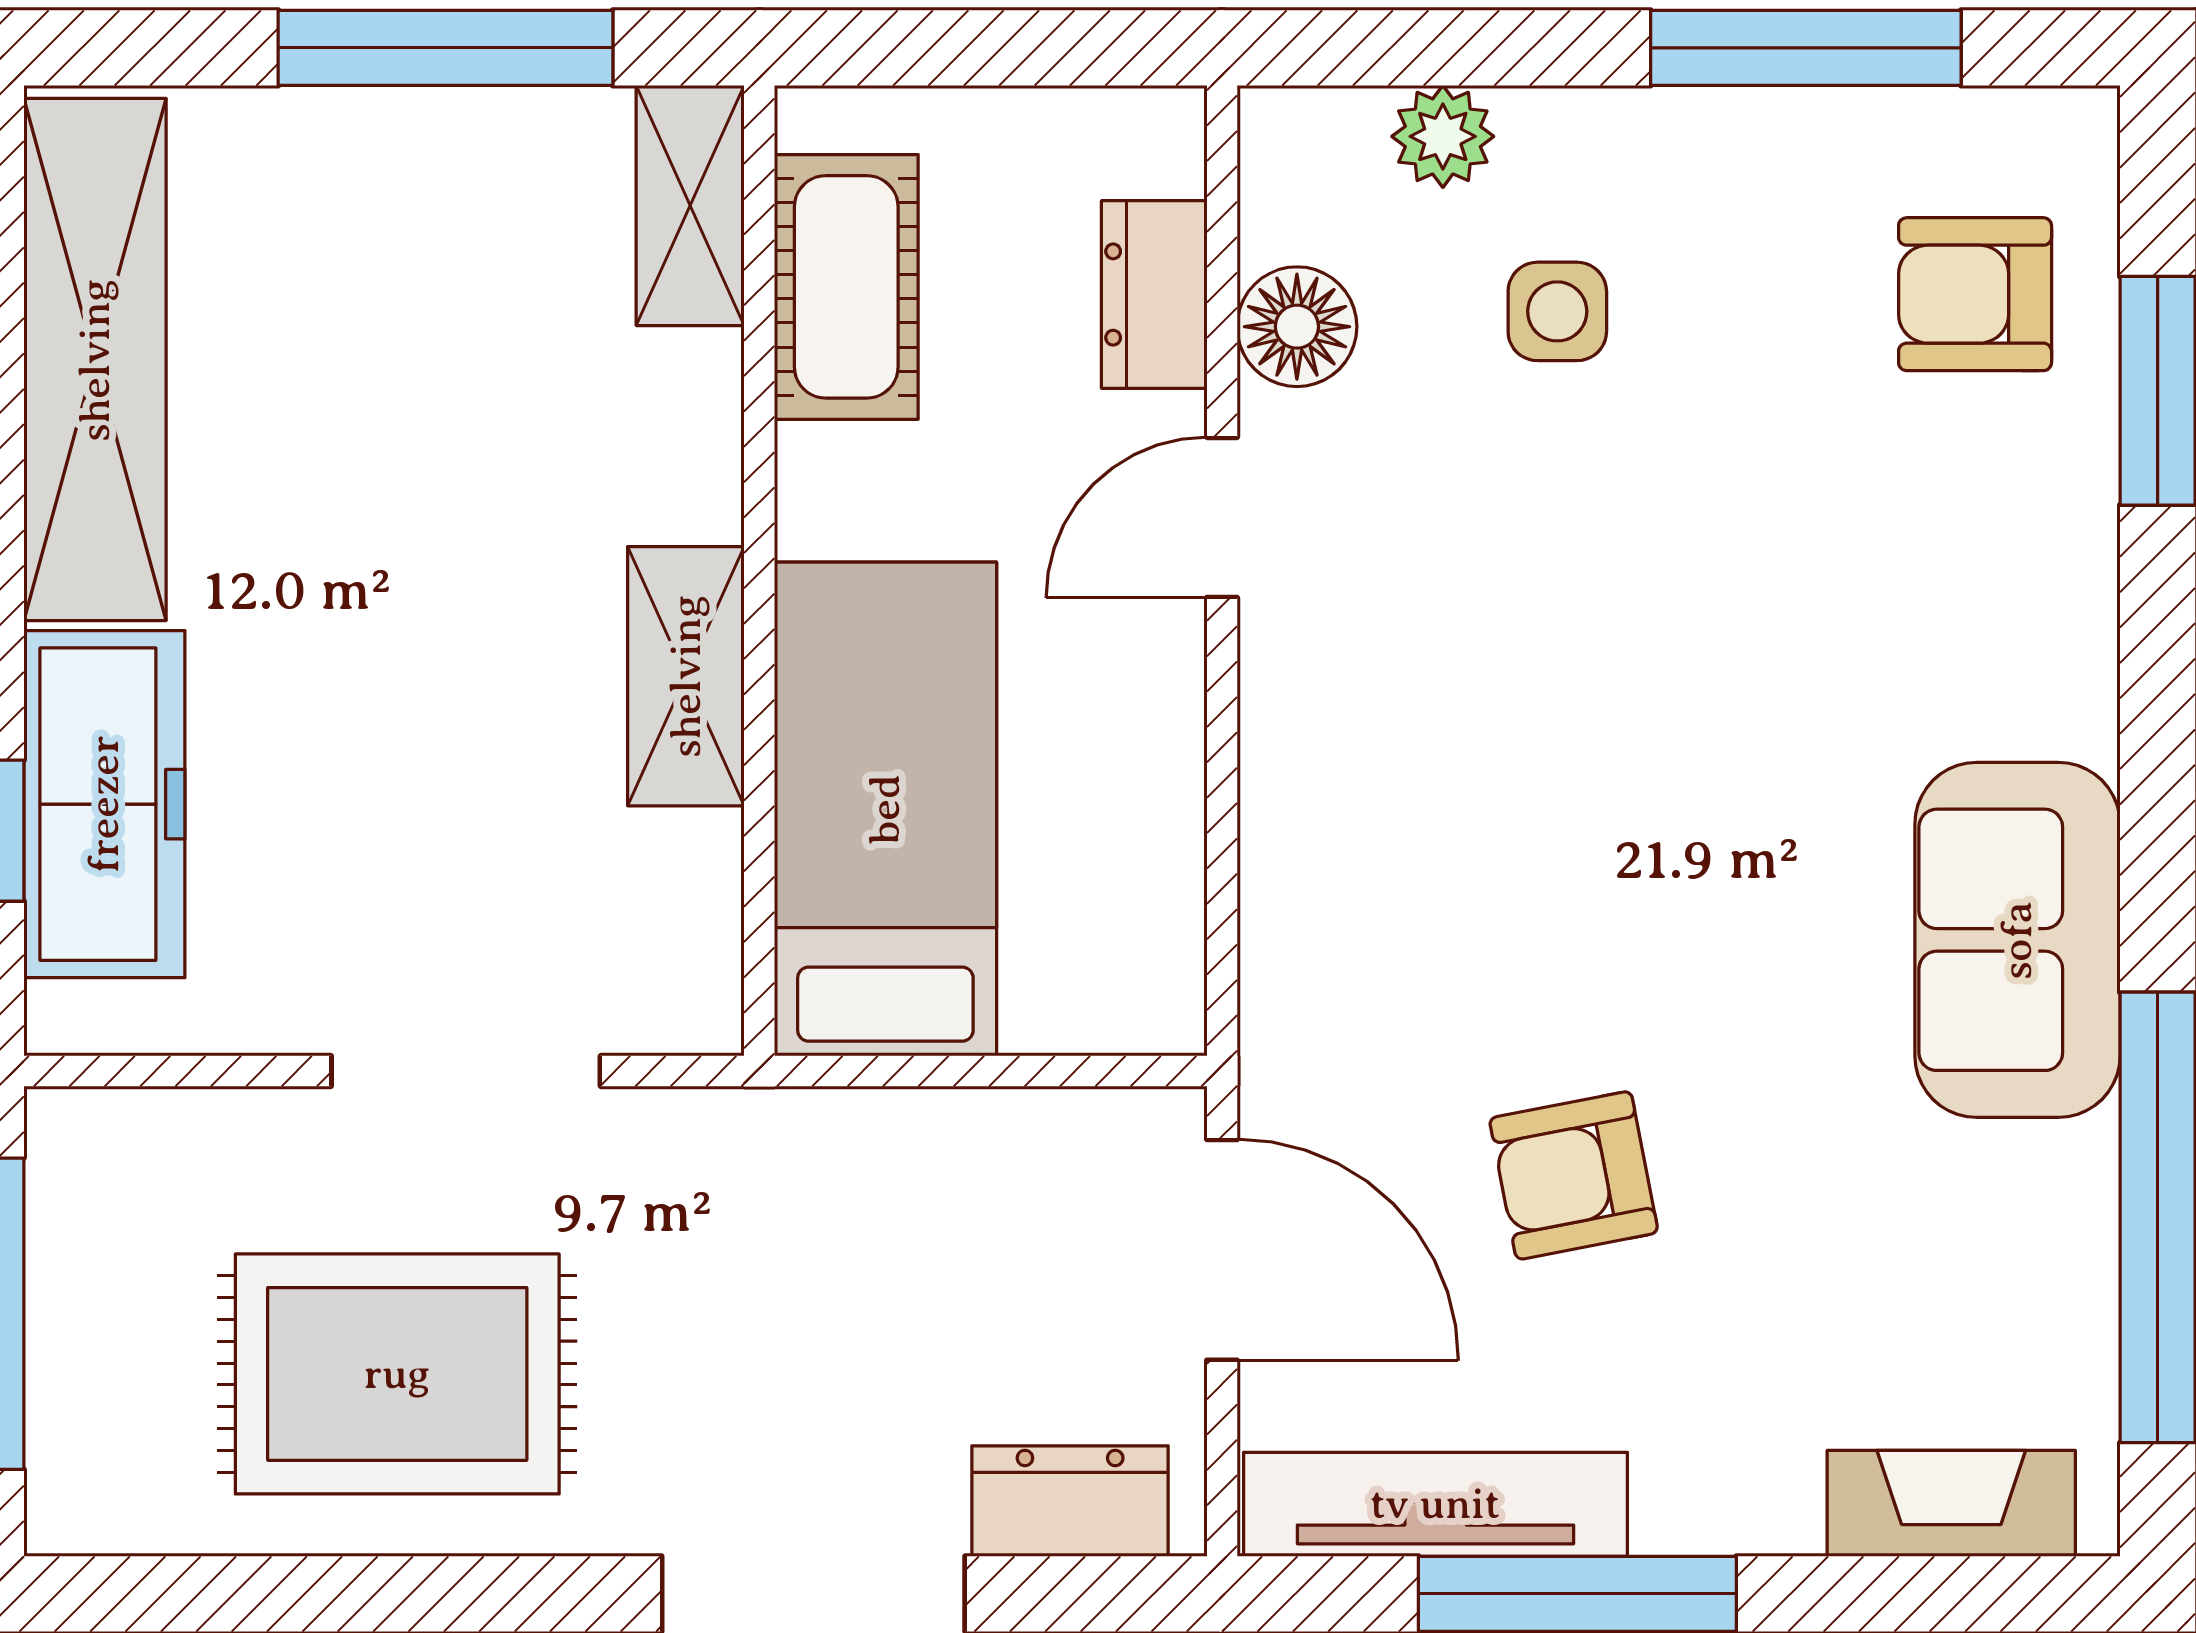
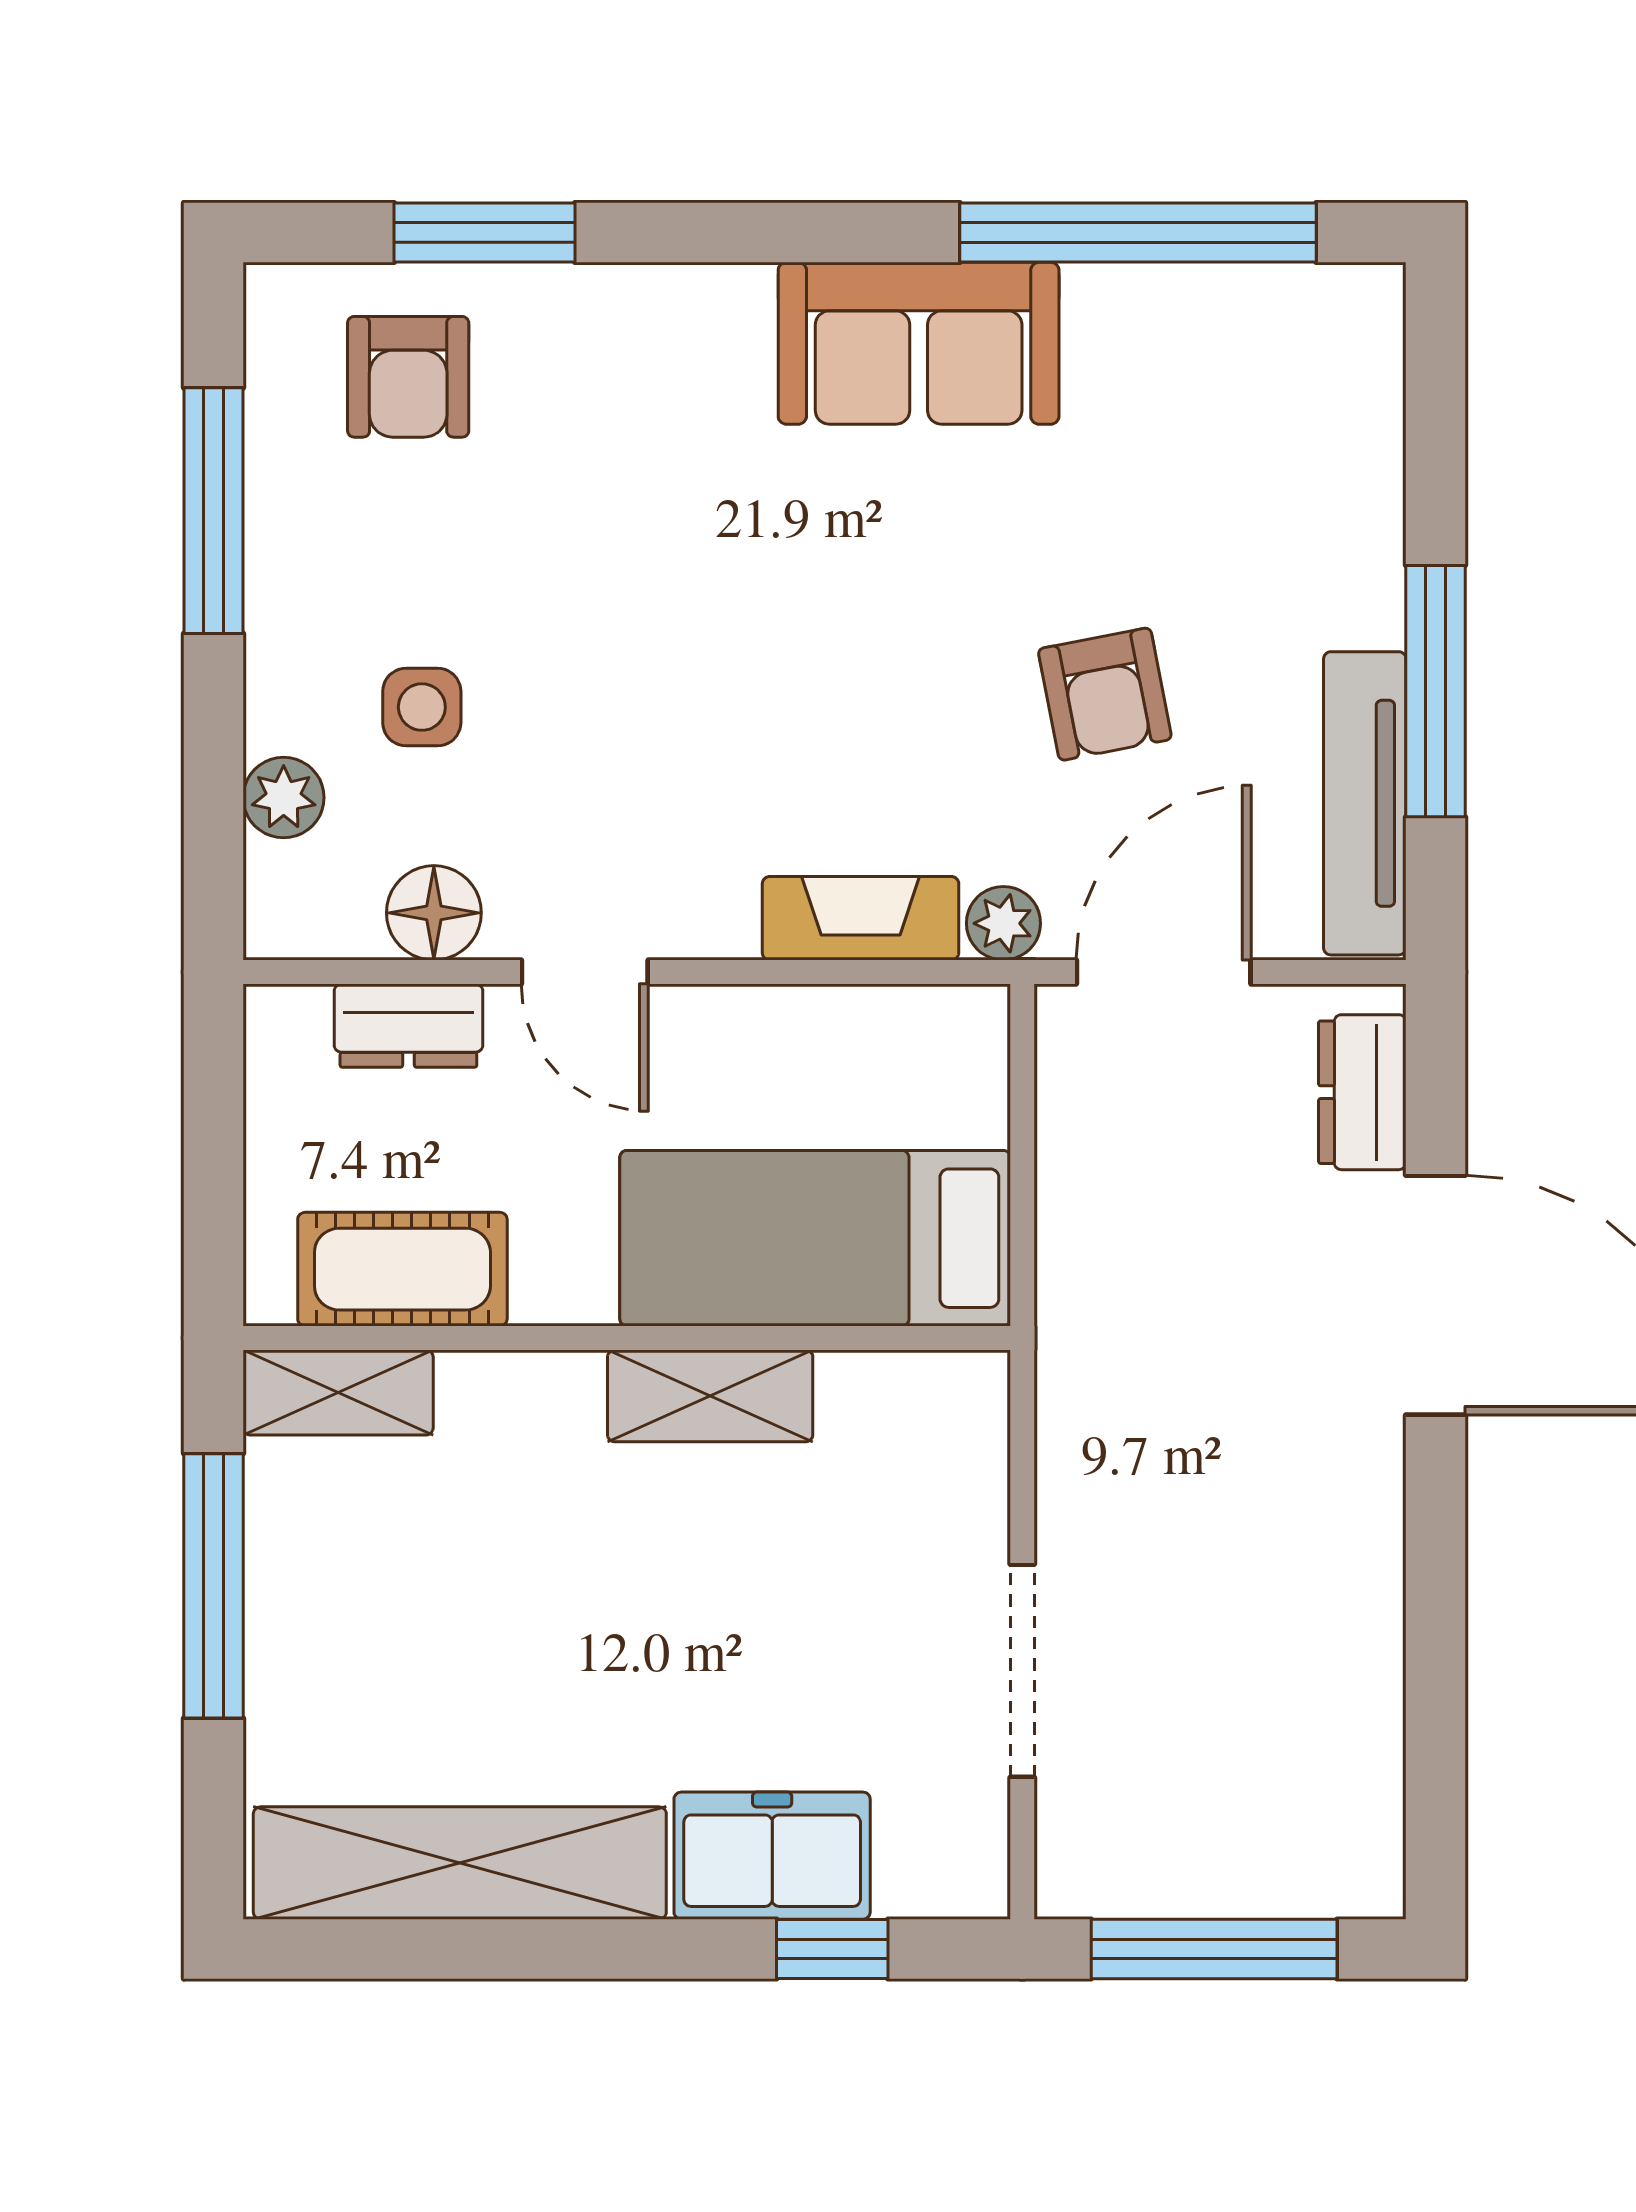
freezer: (104, 804) -> (772, 1856), width x0.71
plant: (1284, 1047) -> (1003, 923), added
doorway: (466, 1071) -> (1022, 1671), moved
rug: (397, 1374) -> (1262, 1624), removed
fireplace: (1951, 1503) -> (861, 918), moved, turned 90

